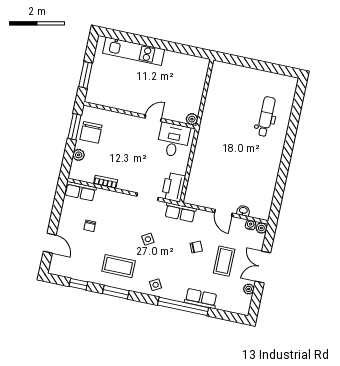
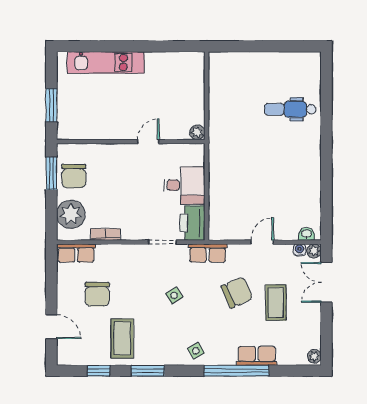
dental chair: (266, 117) -> (290, 109), turned -90
desk: (173, 140) -> (184, 185), moved, turned 90
plant: (79, 155) -> (71, 214), width x1.88, depth x1.88
washbasin: (243, 211) -> (307, 234), moved
door: (223, 213) -> (262, 242), swing flipped
chair: (90, 226) -> (97, 294), width x1.87, depth x1.87
chair: (196, 247) -> (237, 292), width x1.87, depth x1.87
coffee table: (119, 266) -> (122, 338), moved, turned 90
double door: (263, 267) -> (326, 282), moved
plant: (249, 289) -> (314, 356), moved

